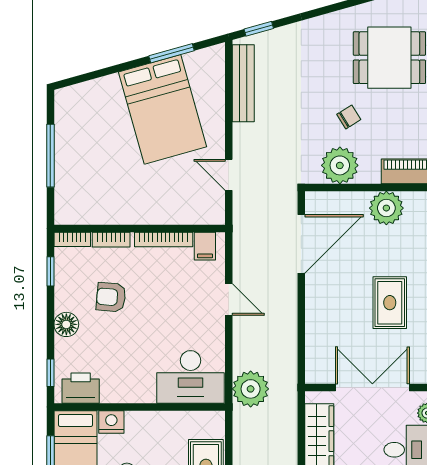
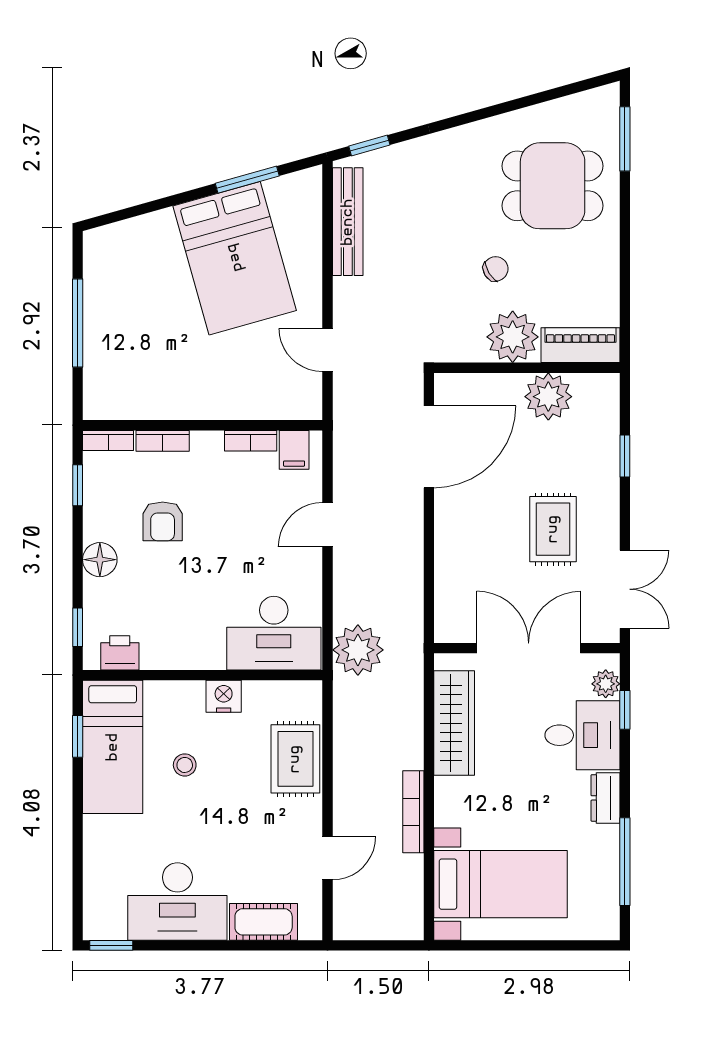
plant: (340, 165) -> (513, 337), moved
bookcase: (164, 240) -> (251, 441), width x0.64
armchair: (111, 297) -> (163, 521), turned -95
door: (229, 300) -> (328, 525), swing flipped
printer: (81, 388) -> (120, 653), width x0.73, depth x0.81
nightstand: (111, 422) -> (224, 696), moved

